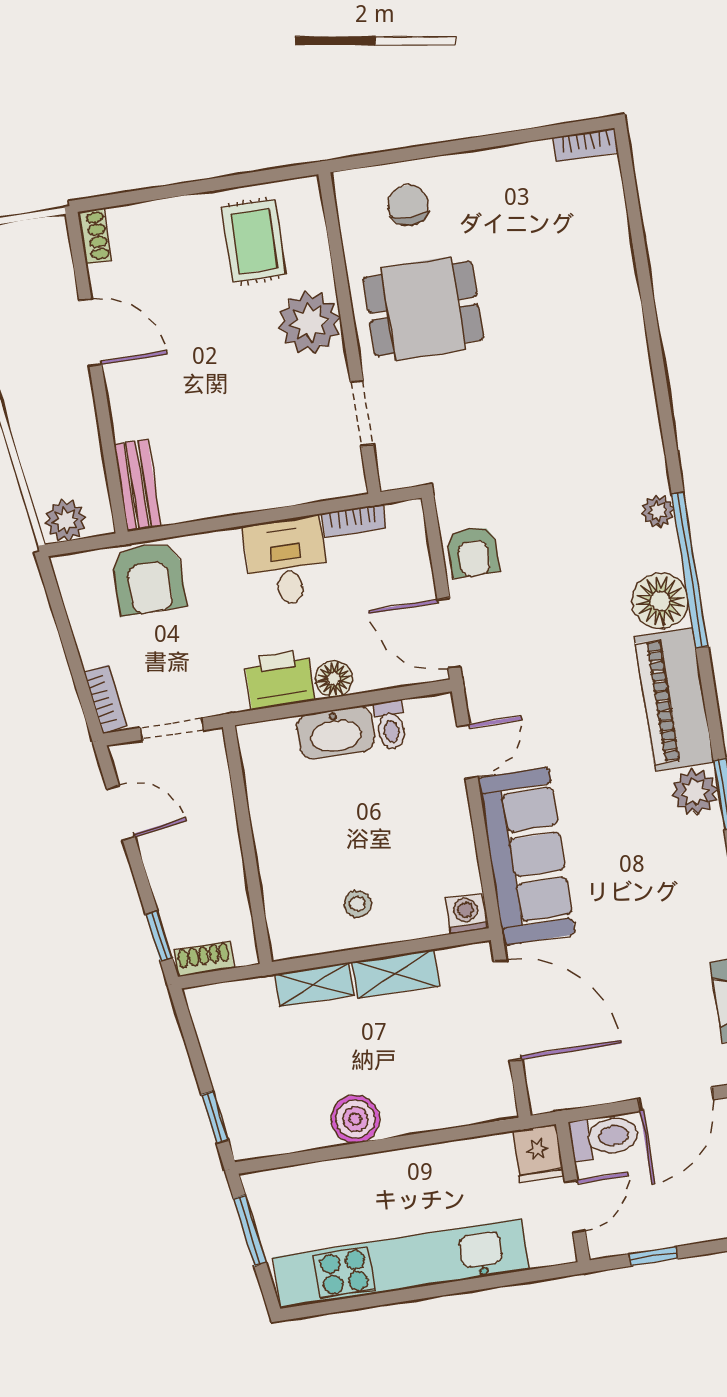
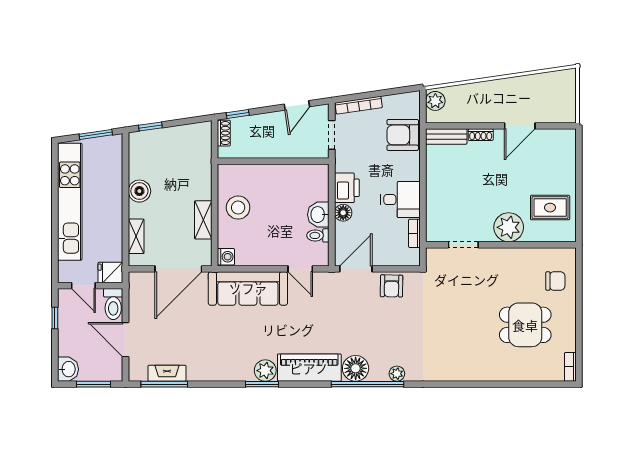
shoe rack: (94, 236) -> (481, 135), moved
dining table: (423, 309) -> (525, 325), moved, turned 90
armchair: (473, 552) -> (392, 286), turned -89
bookcase: (105, 699) -> (359, 105), width x1.56
washbasin: (336, 733) -> (318, 215), width x0.72
stool: (358, 904) -> (238, 208), width x1.89, depth x1.89
shelving: (314, 985) -> (136, 236), moved

